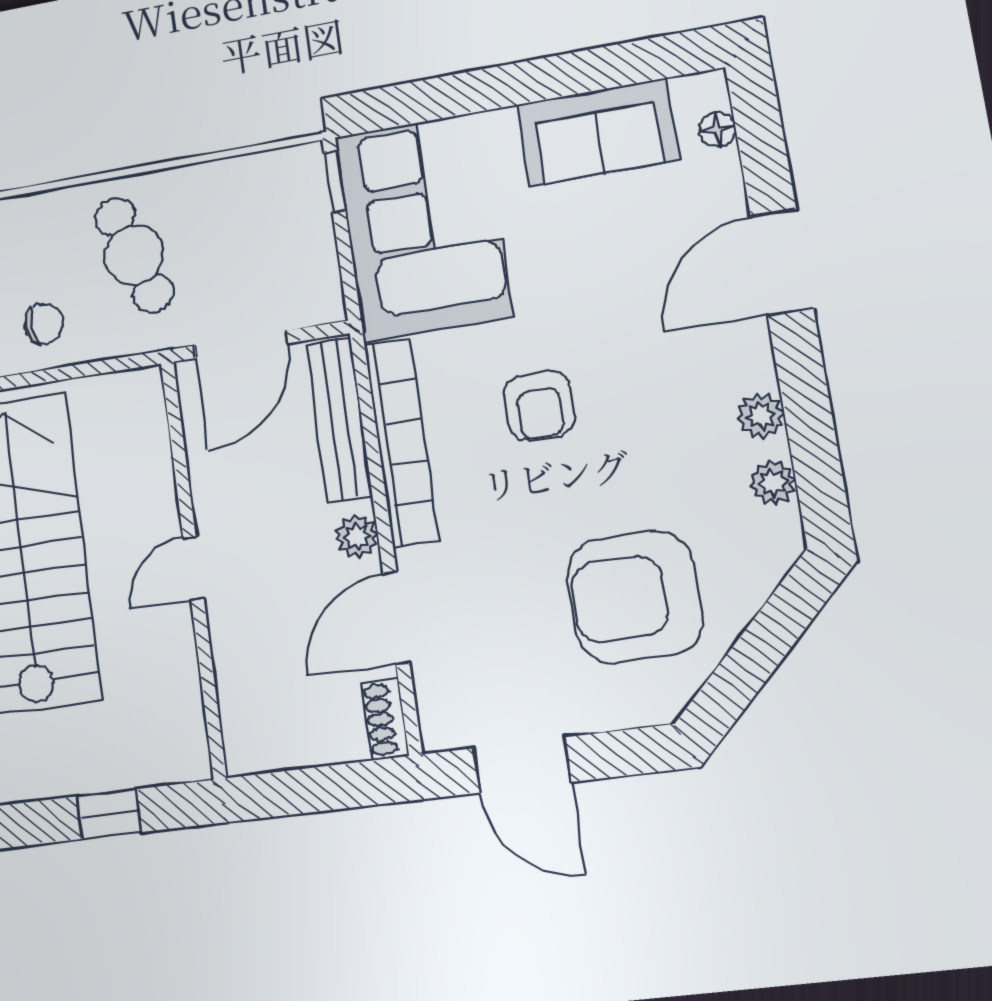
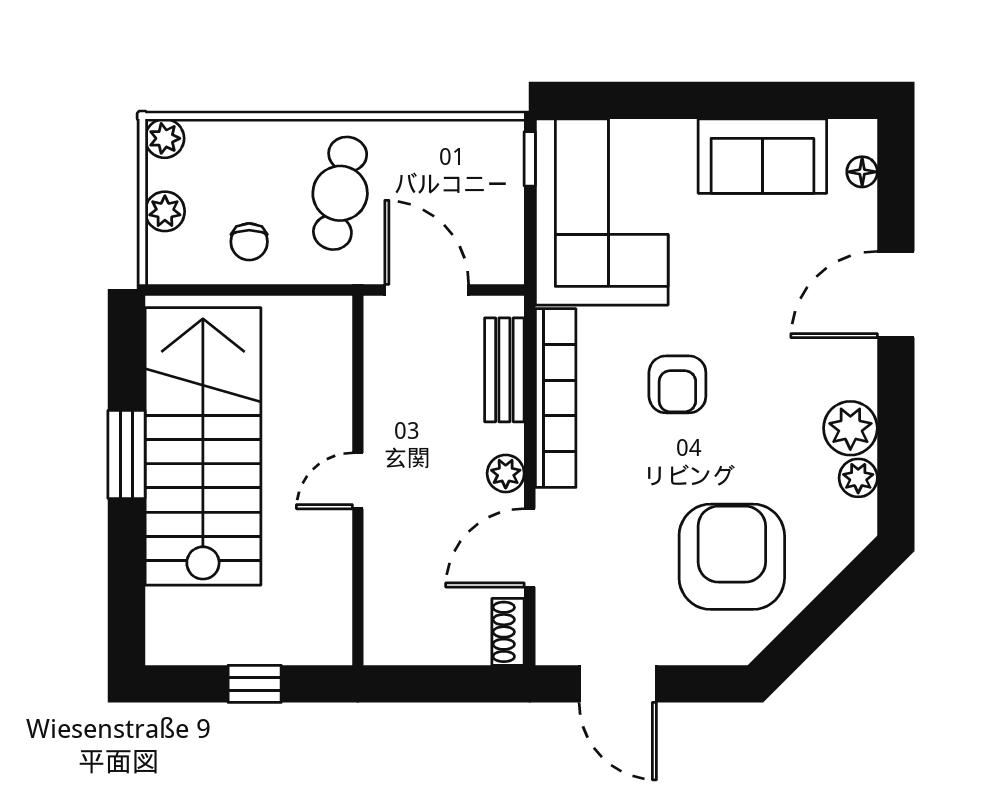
cafe table: (134, 255) -> (340, 193), turned 30
chair: (44, 323) -> (249, 242), turned 94
door: (241, 344) -> (427, 290), swing flipped
plant: (761, 416) -> (850, 428), width x1.38, depth x1.38
bench: (339, 420) -> (504, 370), width x0.73
armchair: (635, 597) -> (732, 557), turned 90

